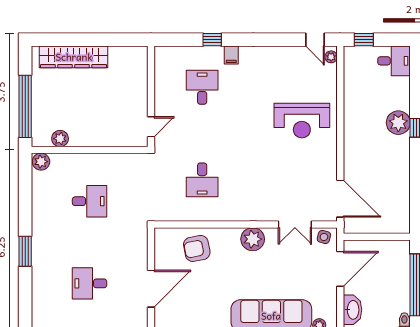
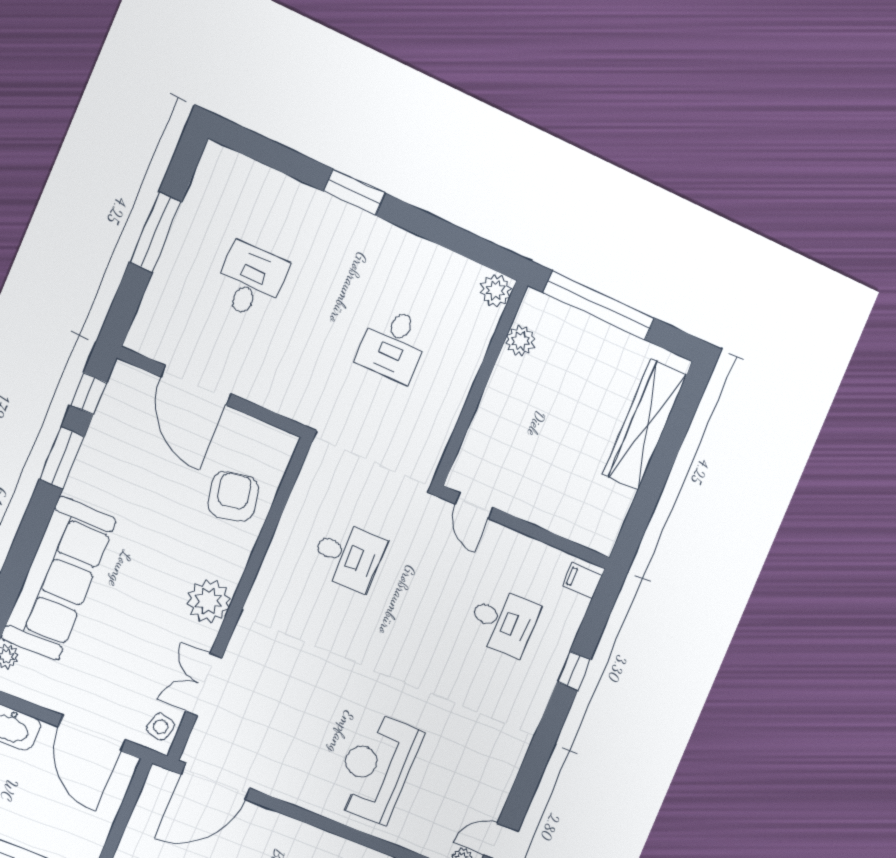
filing cabinet: (231, 55) -> (582, 581), moved
desk: (202, 180) -> (348, 556), turned 180

